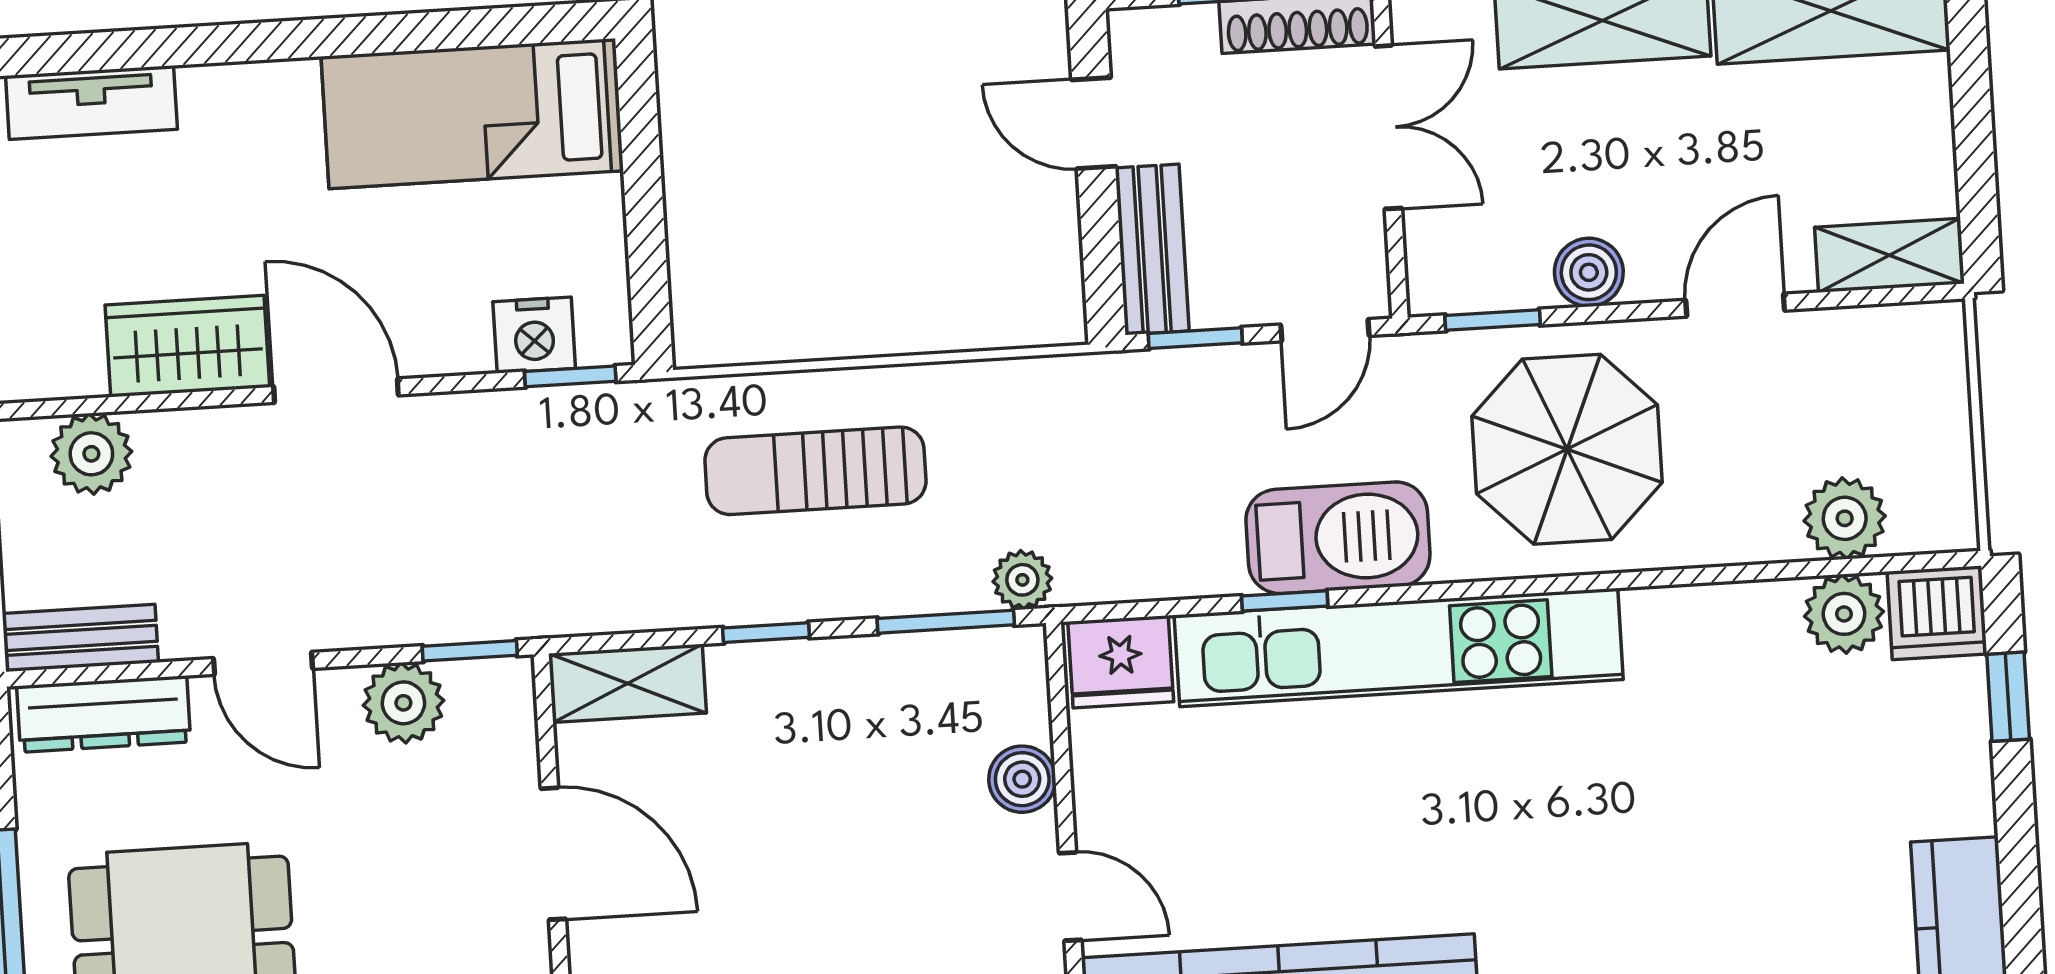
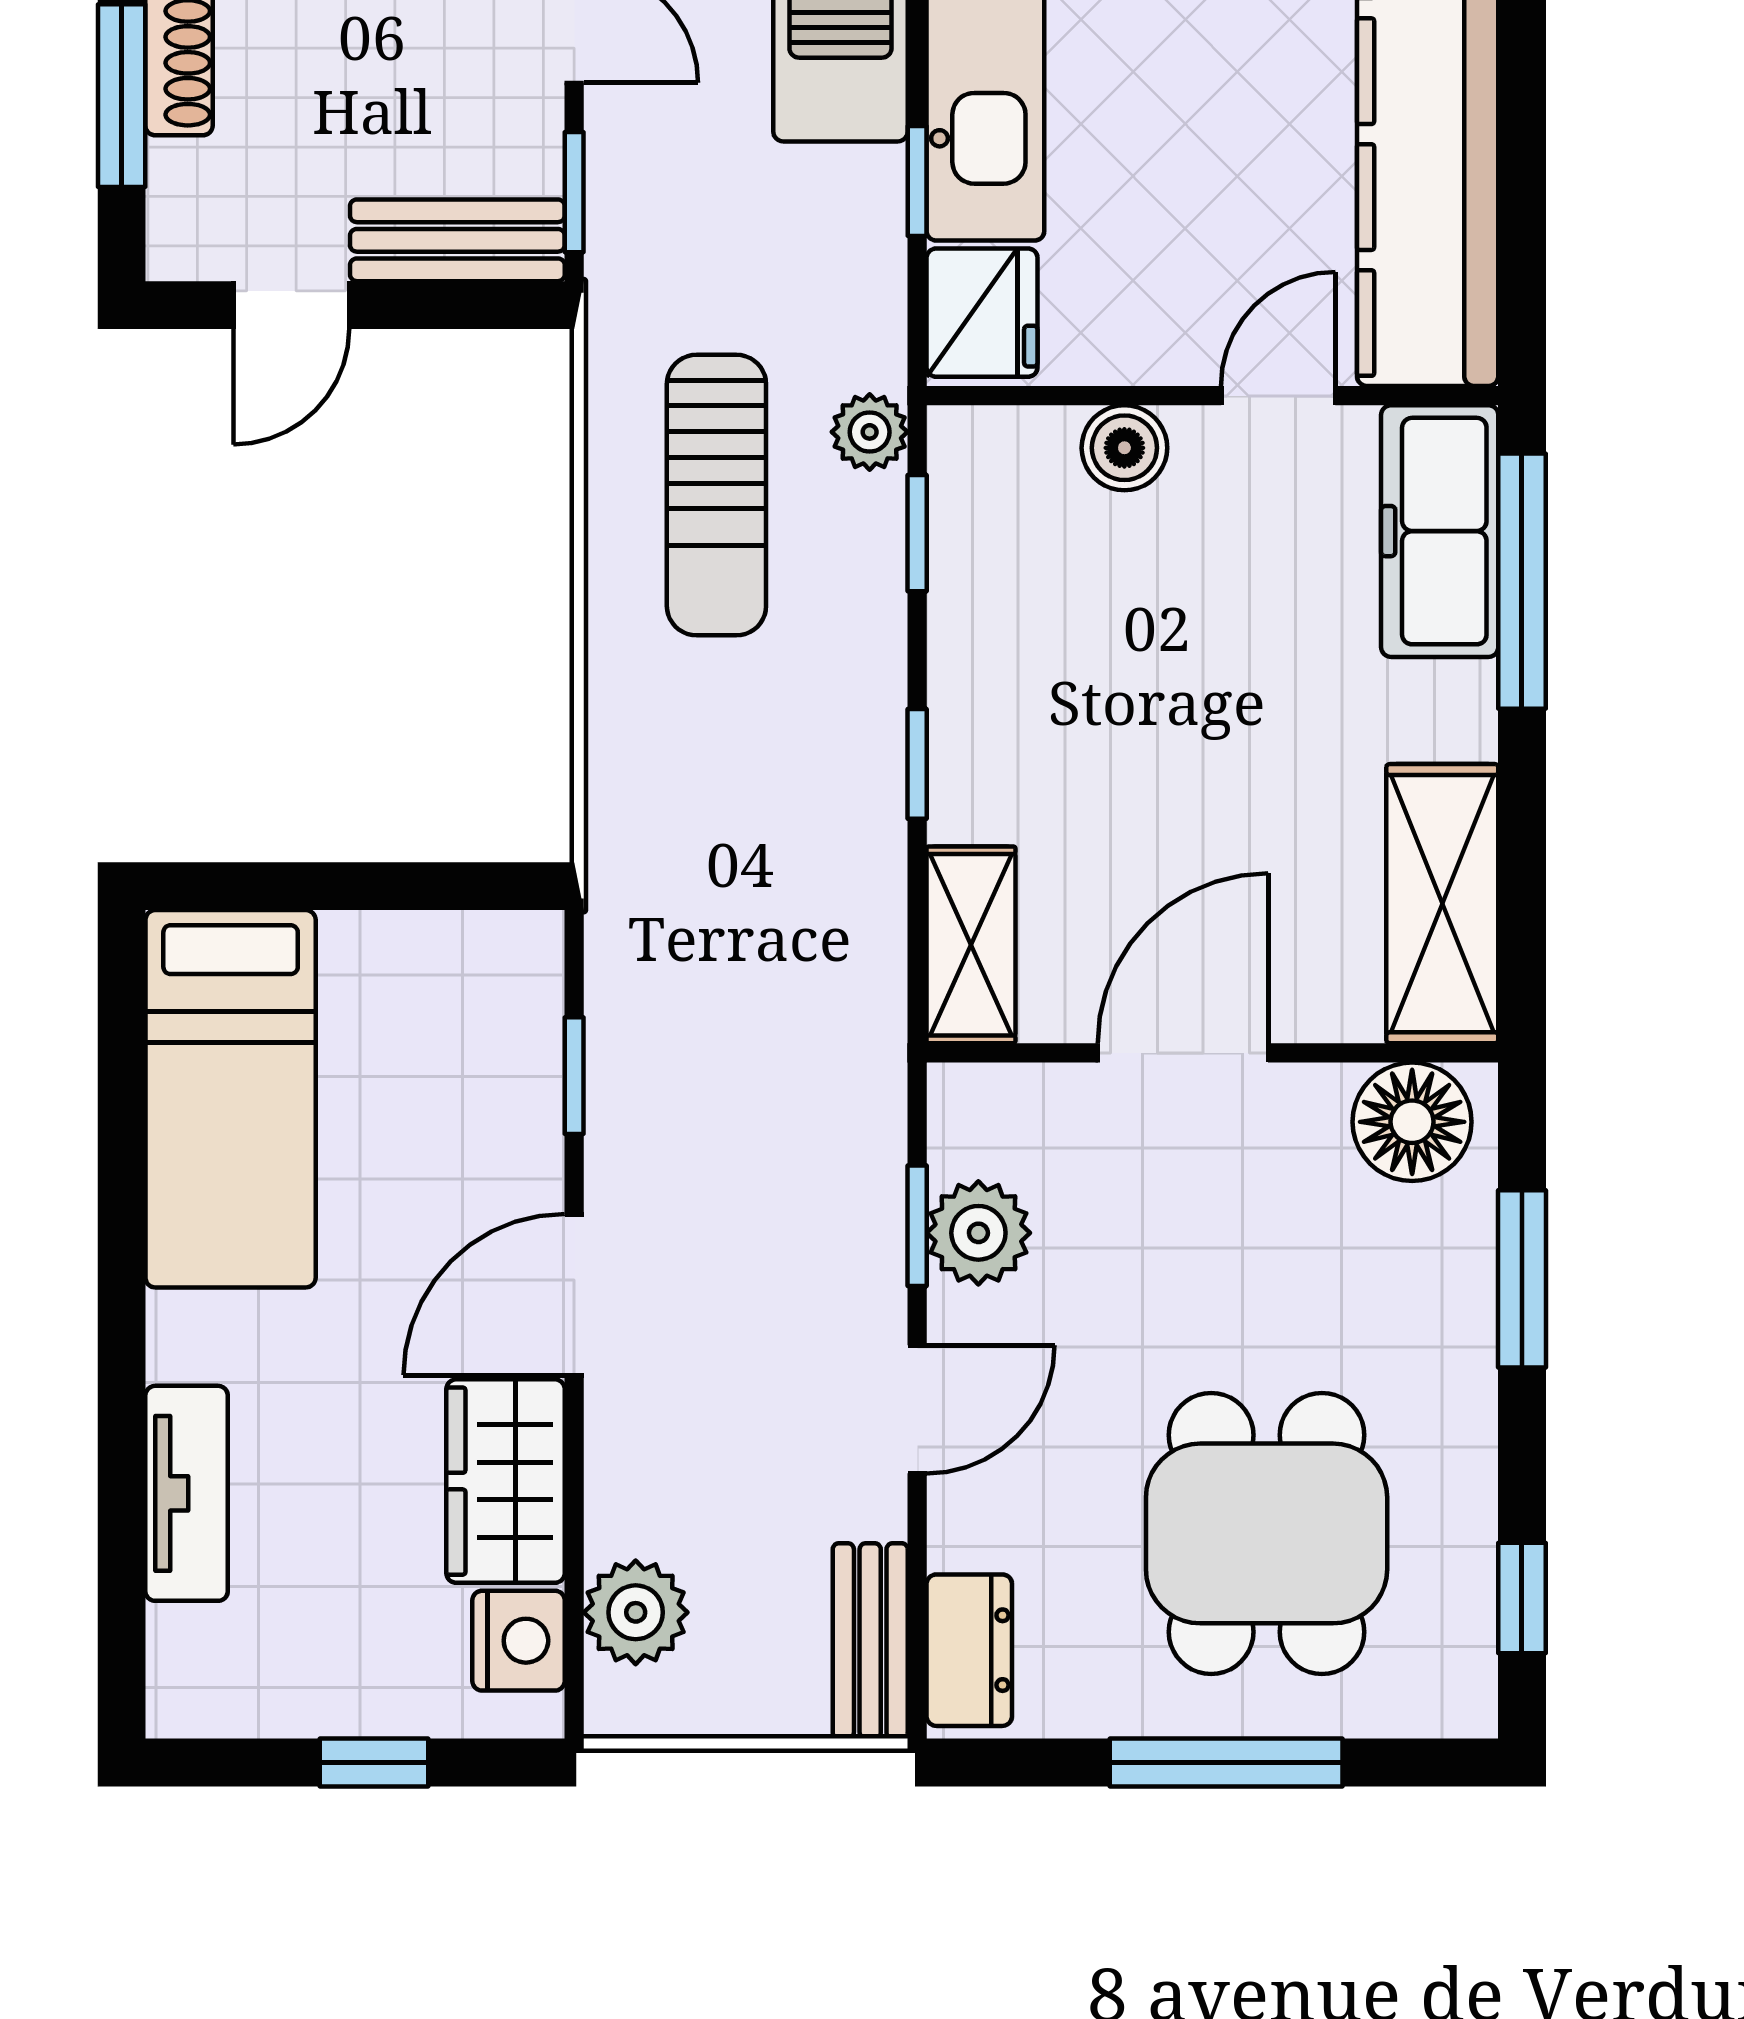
tv unit: (91, 103) -> (187, 1493), moved
nightstand: (534, 335) -> (519, 1641), moved
window: (570, 376) -> (574, 1076), moved
sun lounger: (815, 471) -> (716, 495), moved
window: (1285, 601) -> (917, 181), moved
window: (946, 622) -> (917, 533), width x0.67
window: (470, 651) -> (917, 1226), moved
dresser: (104, 714) -> (969, 1650), width x0.70

